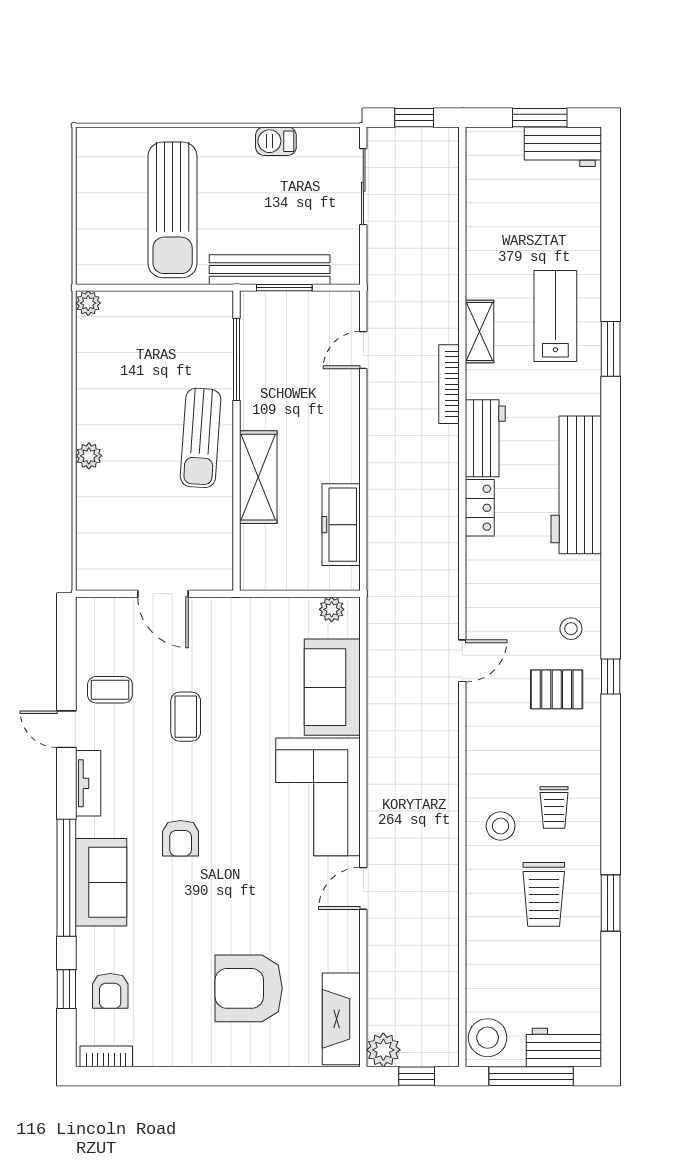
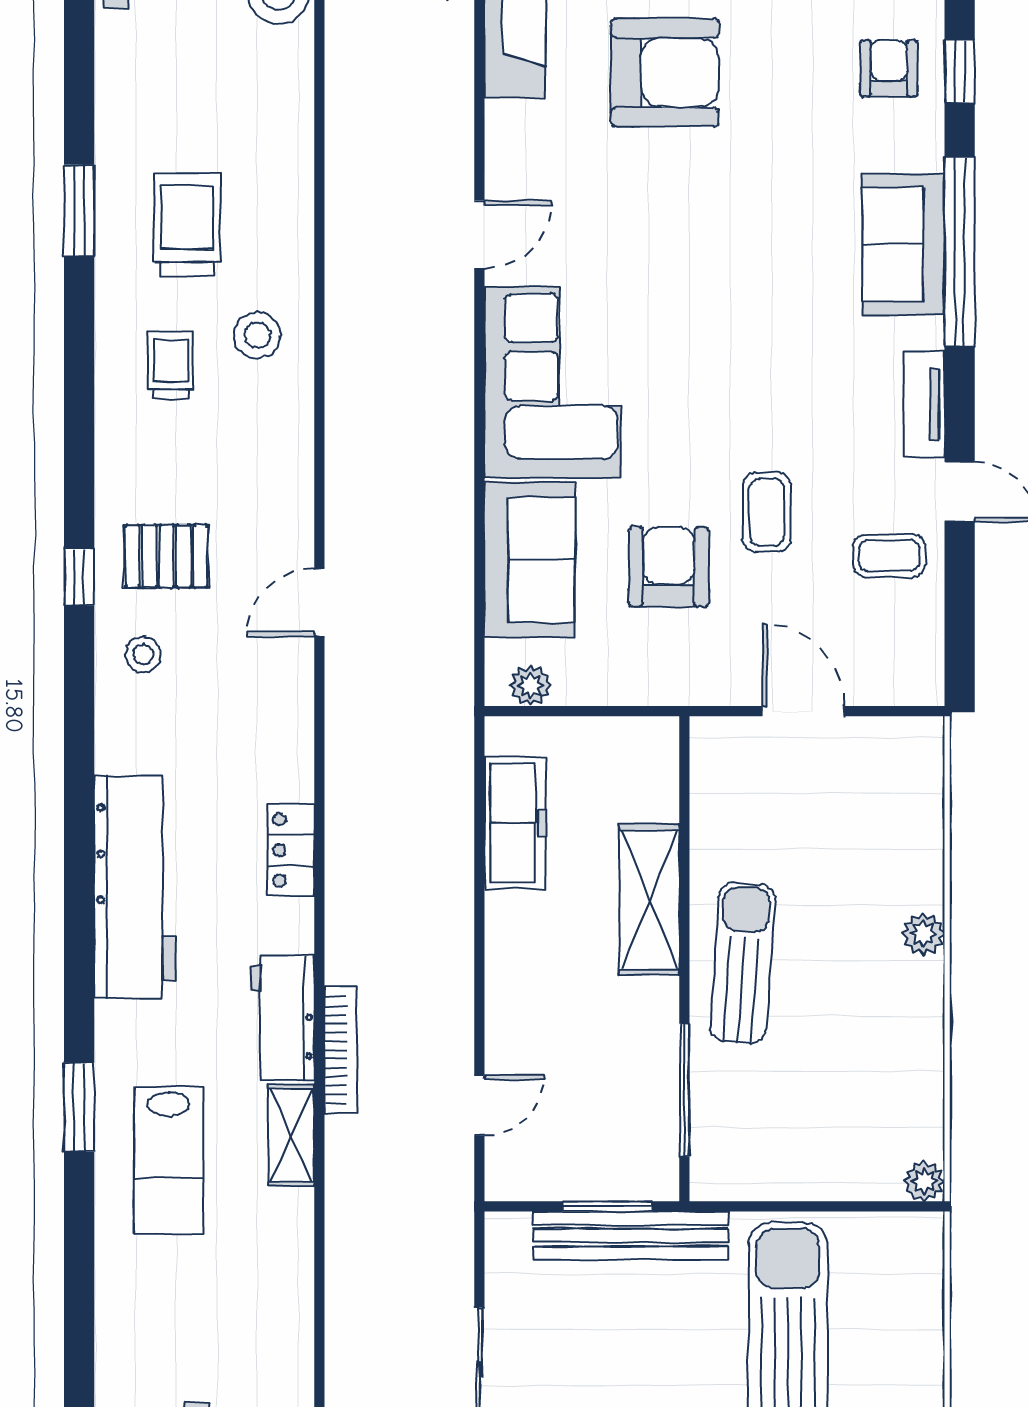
workbench: (485, 438) -> (282, 1018), moved
armchair: (181, 838) -> (669, 567), moved, width x1.38, depth x1.38

